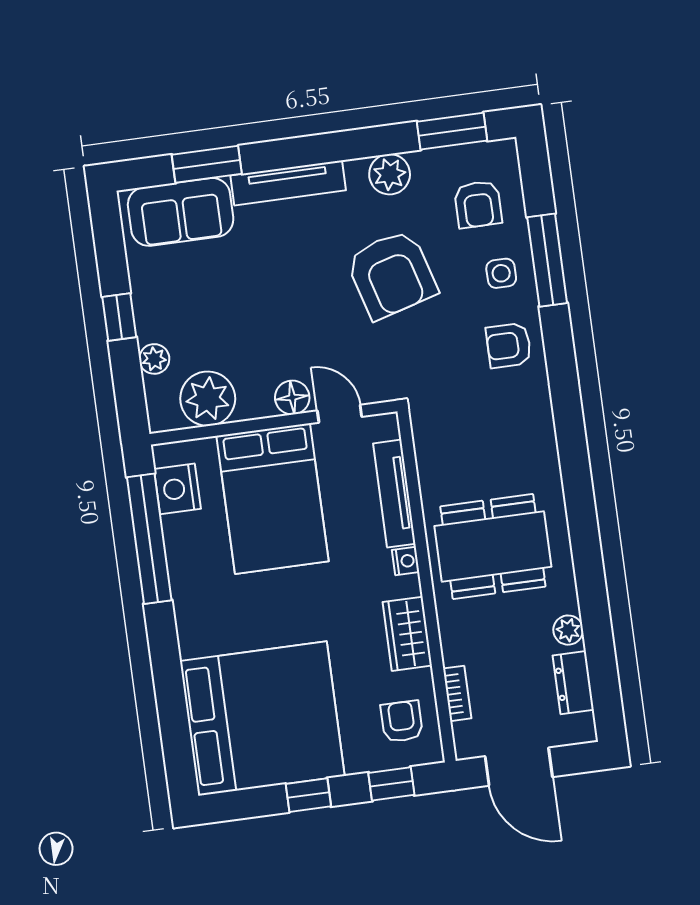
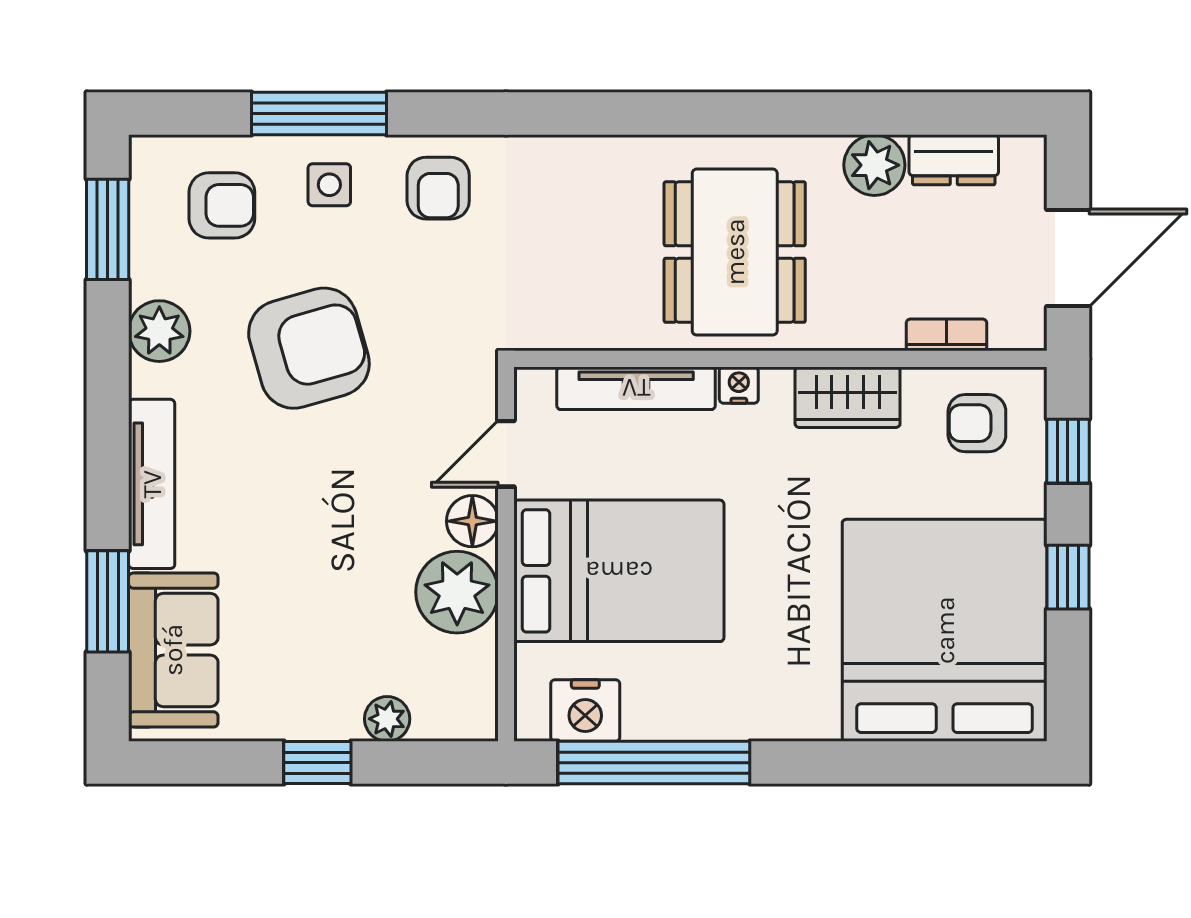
plant: (208, 399) -> (457, 592), moved
plant: (568, 630) -> (874, 165), width x1.38, depth x1.38

